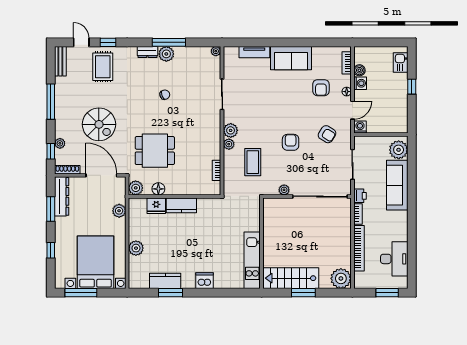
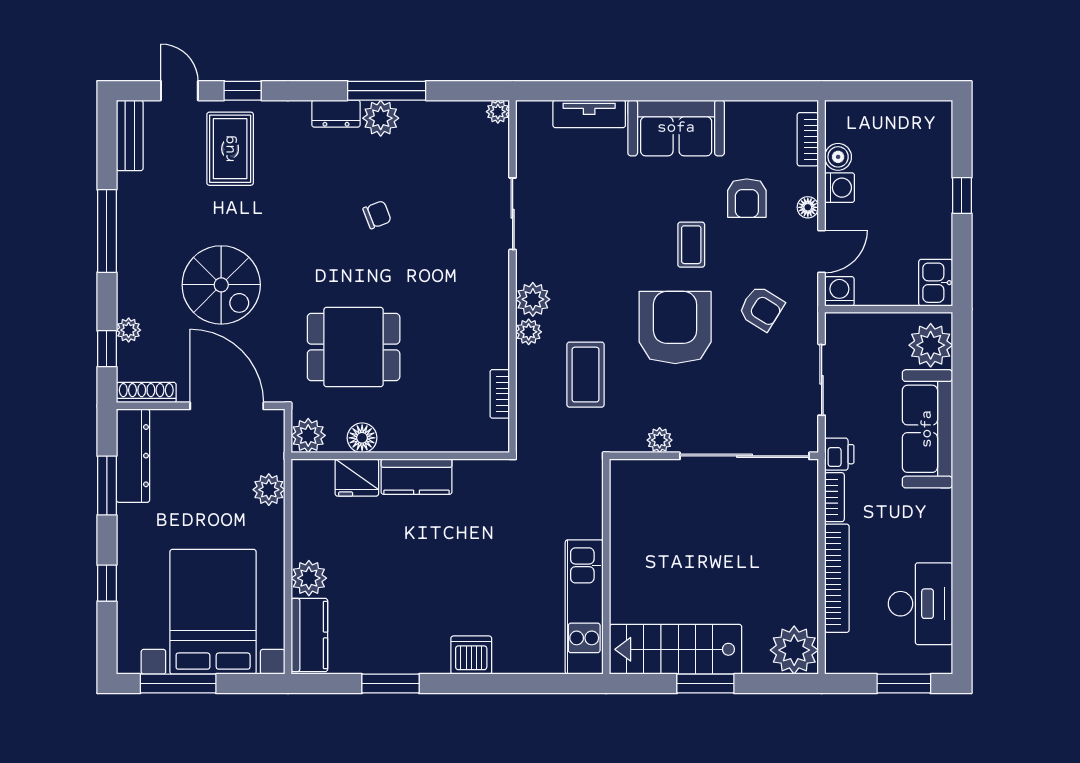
kitchen sink: (401, 62) -> (936, 283), moved
coffee table: (297, 107) -> (691, 245), added
armchair: (291, 142) -> (675, 328), width x1.88, depth x1.88
kitchen counter: (165, 281) -> (309, 635), moved, turned 90

